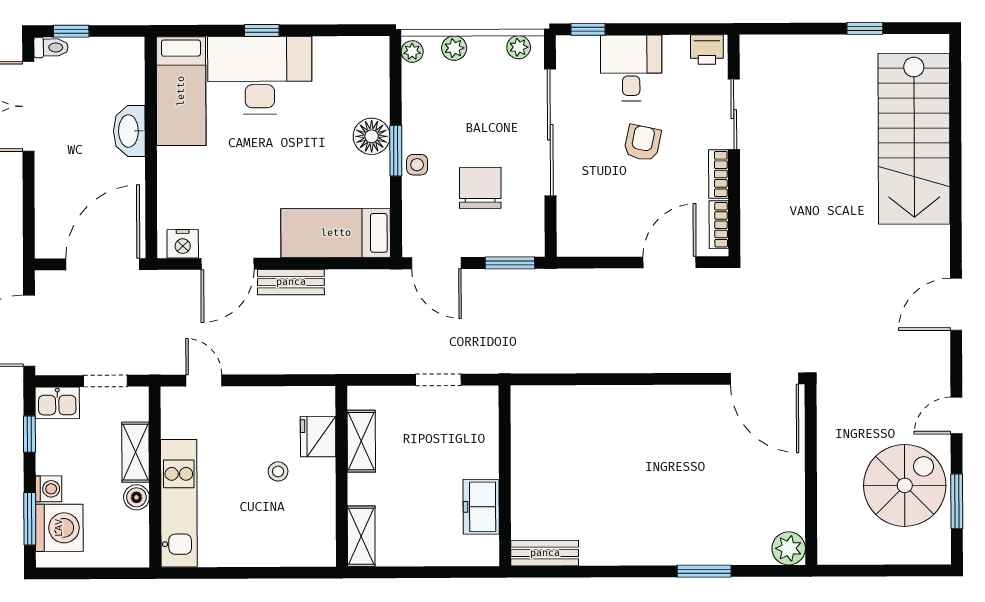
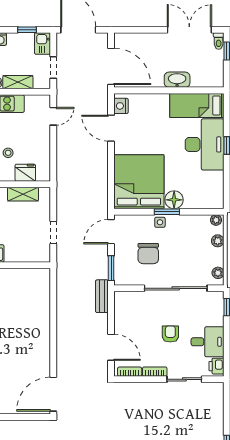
desk: (631, 68) -> (207, 342), moved
armchair: (642, 143) -> (170, 334), turned -102
chair: (480, 188) -> (148, 254), turned 90
bed: (336, 233) -> (139, 182), width x2.04
bench: (291, 282) -> (102, 296), moved

